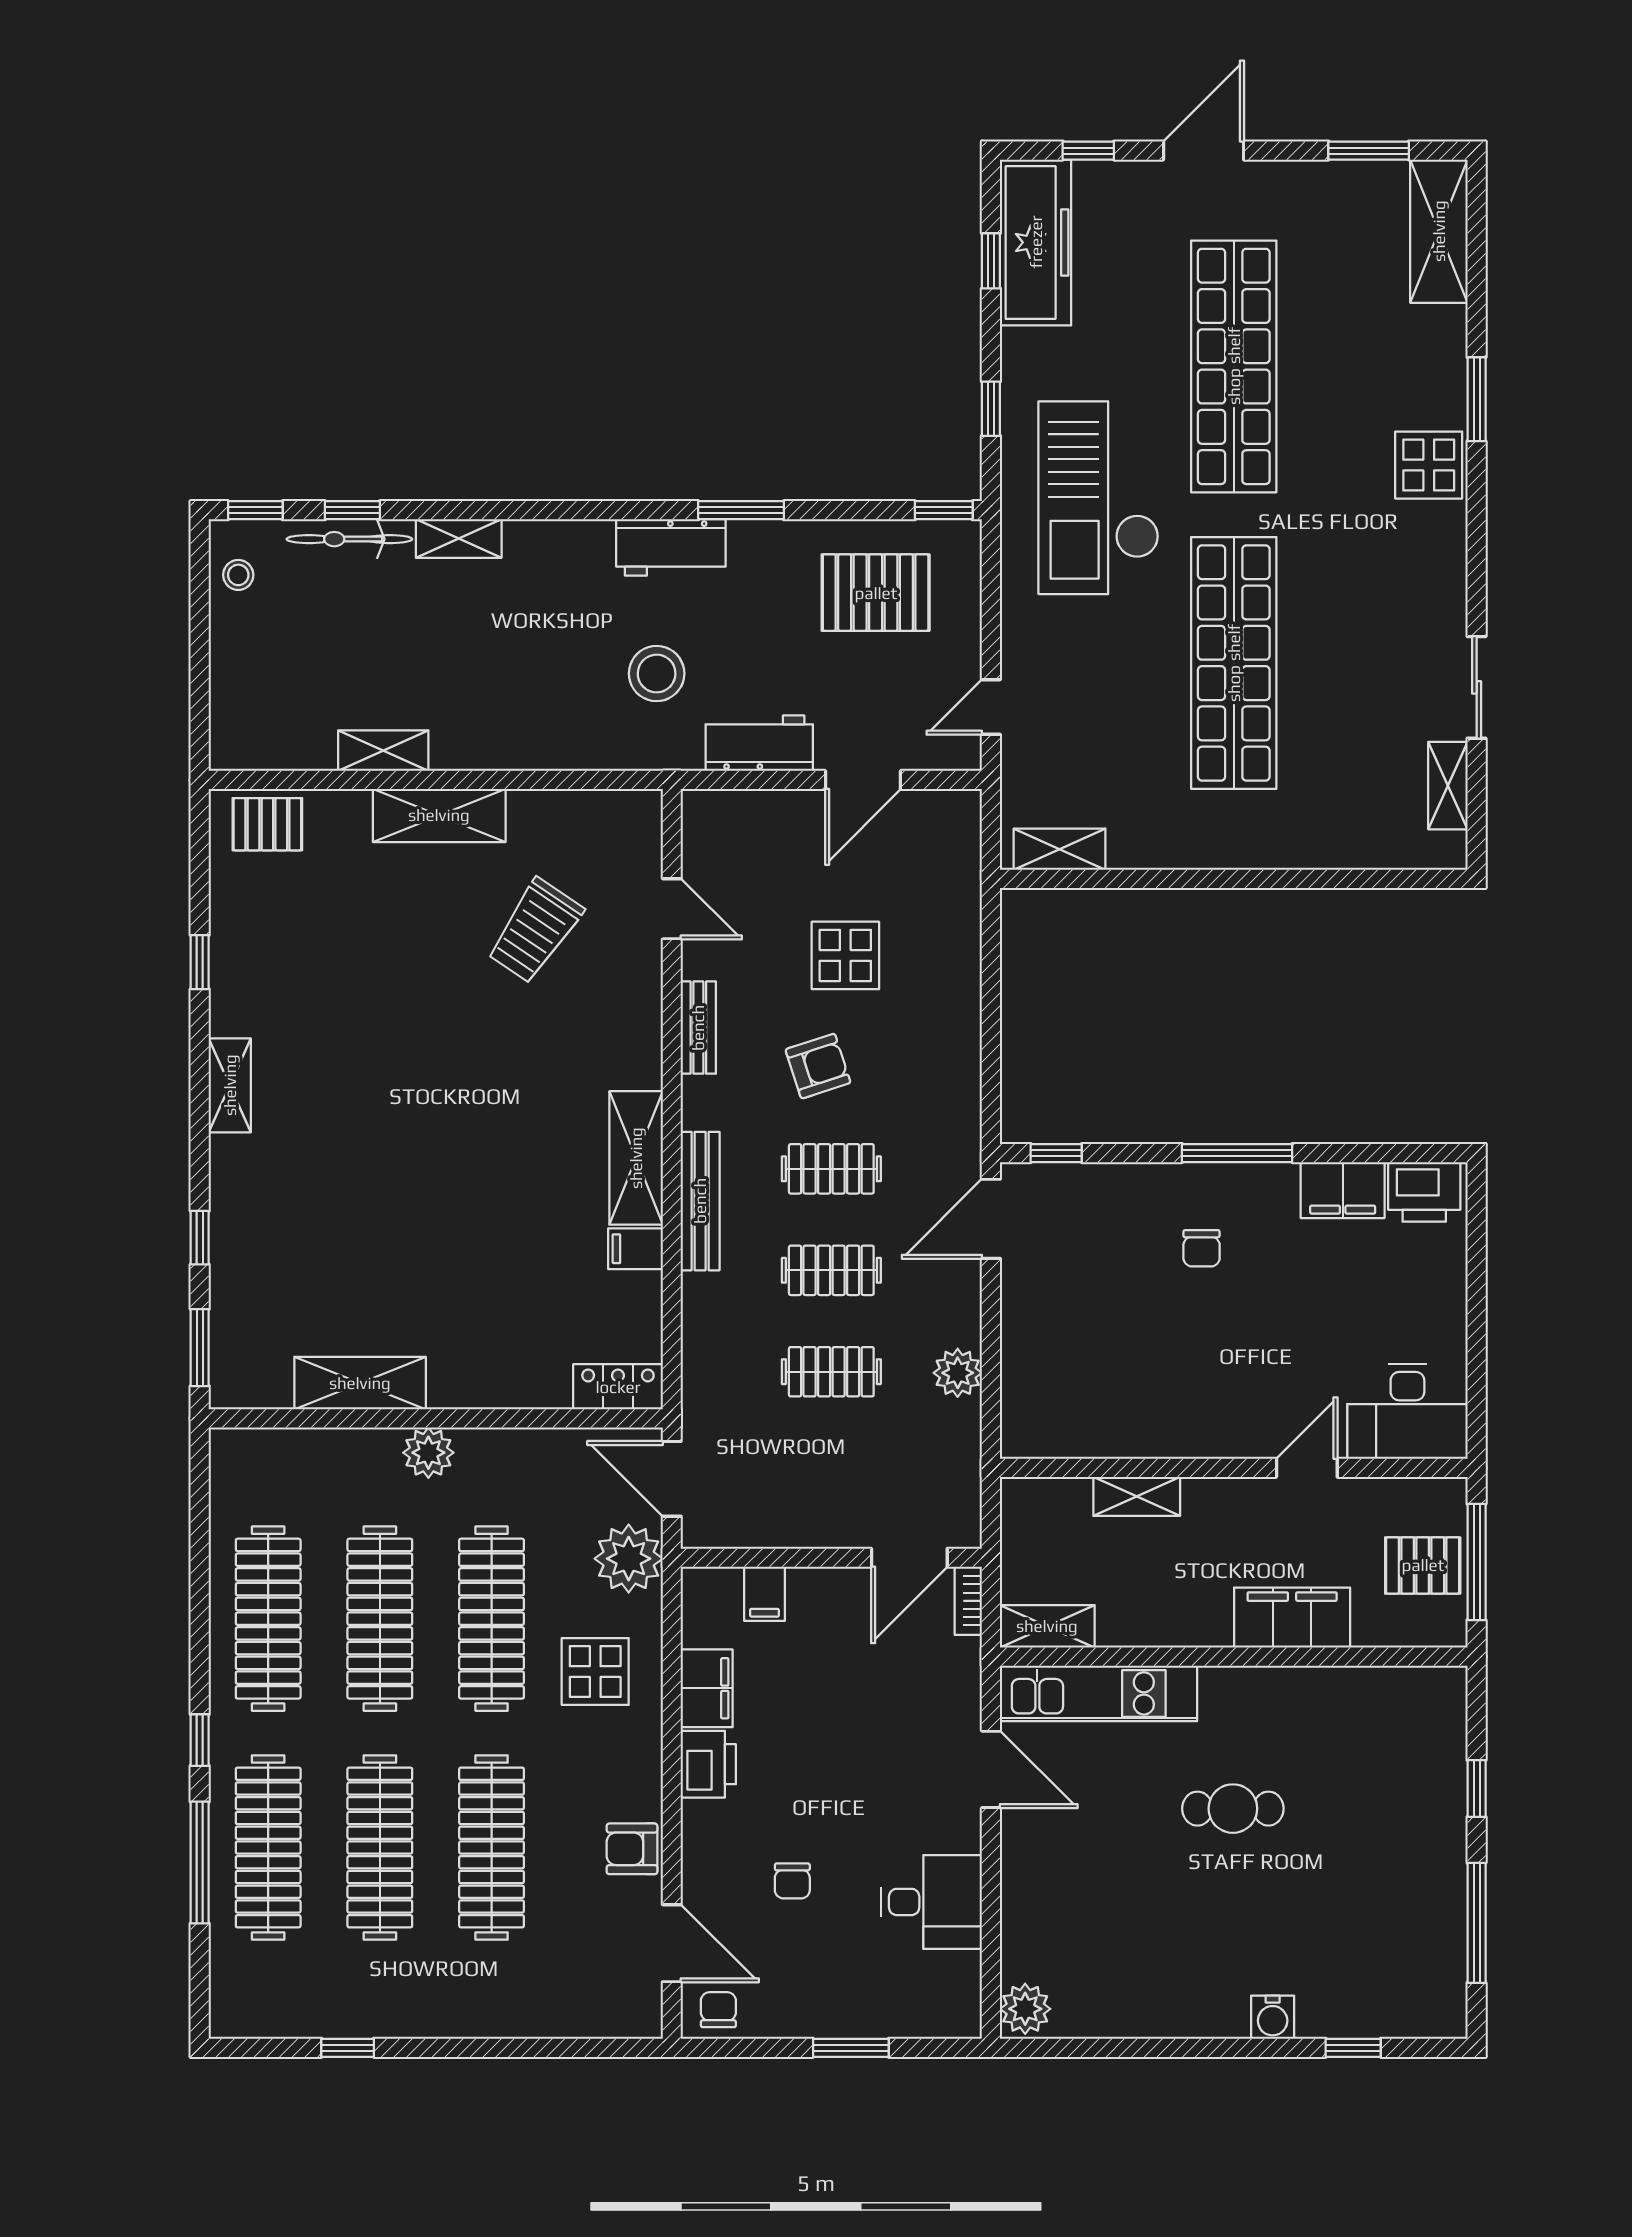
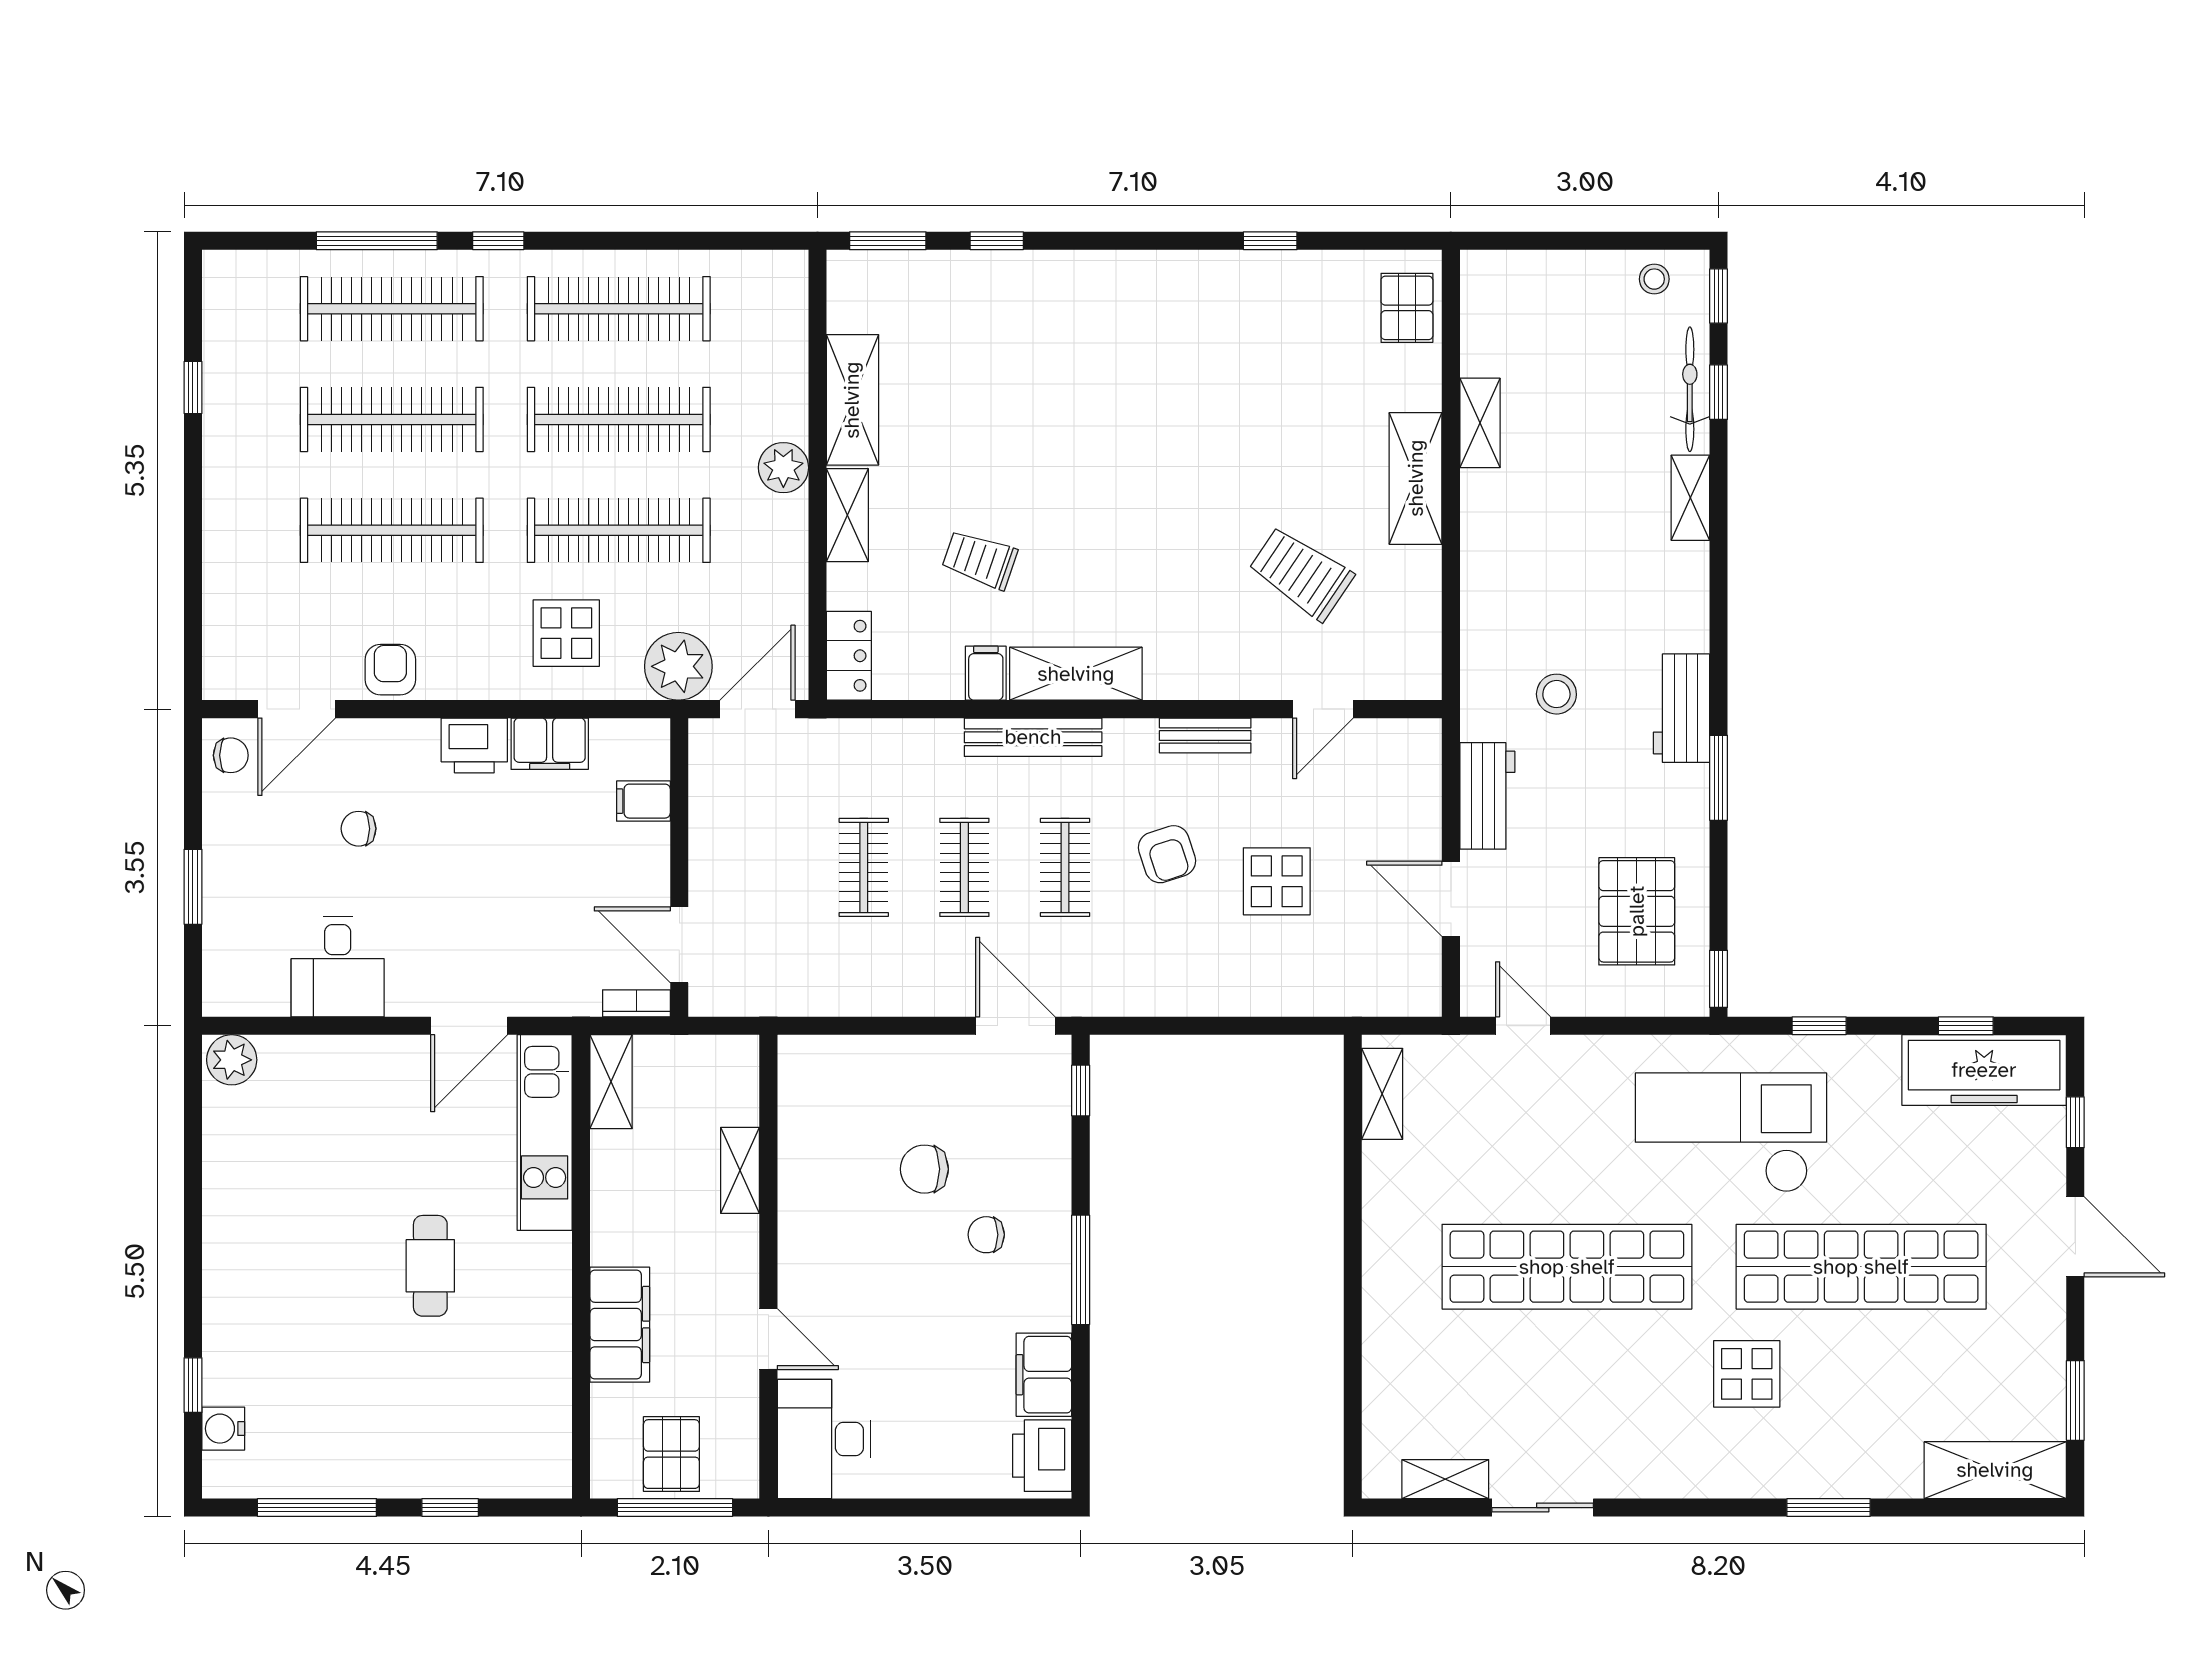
display table: (1429, 465) -> (1747, 1374), moved
stool: (657, 674) -> (1556, 694), width x0.73, depth x0.73
shelving: (230, 1085) -> (847, 515), moved, turned 90
trolley: (521, 1255) -> (980, 560), added
chair: (1135, 1311) -> (924, 1169), added
plant: (958, 1373) -> (863, 993), removed
water cooler: (1273, 2017) -> (223, 1429), moved

